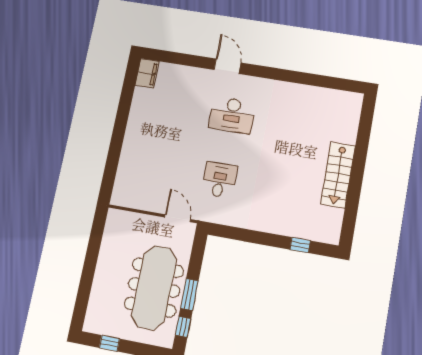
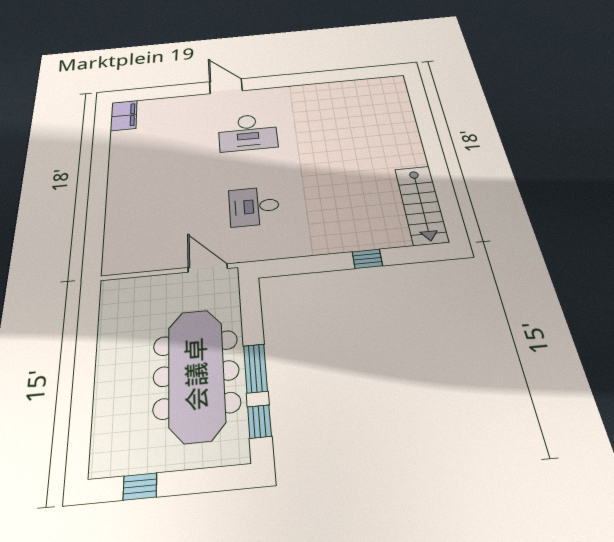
stairs: (338, 175) -> (422, 205), moved
desk: (219, 180) -> (254, 206), turned -90
window: (300, 245) -> (367, 259), moved

